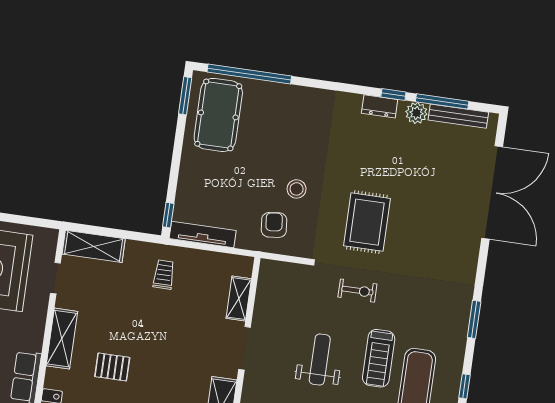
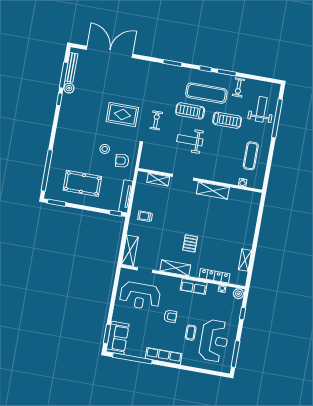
dresser: (380, 106) -> (65, 106), removed
pool table: (218, 115) -> (82, 183), moved
treadmill: (379, 358) -> (190, 111), turned 180

